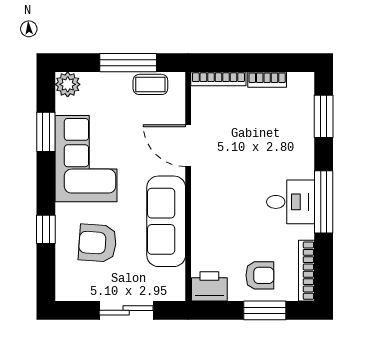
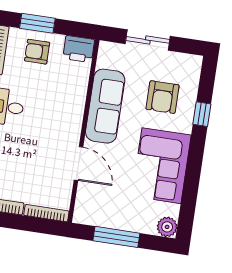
coffee table: (150, 84) -> (101, 217), removed
window: (46, 132) -> (190, 192), removed
armchair: (97, 243) -> (163, 97), turned 86

